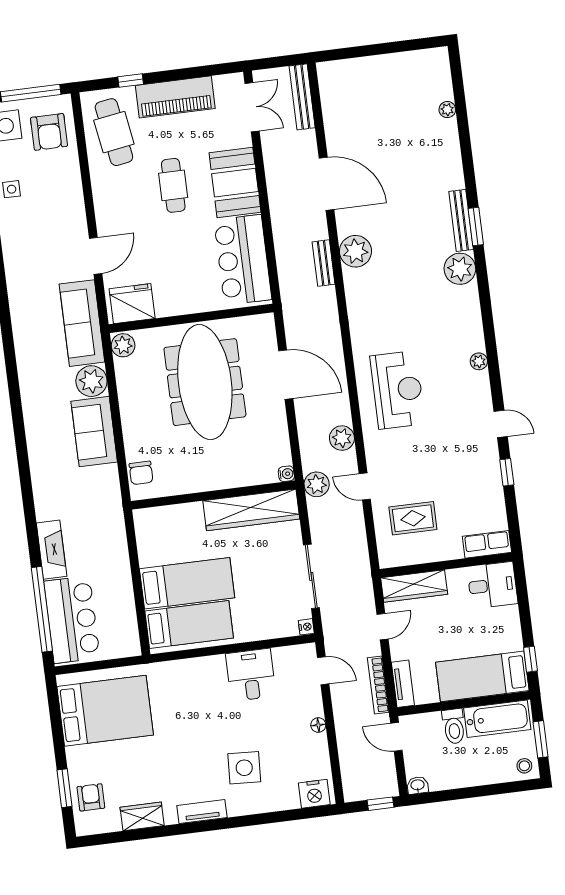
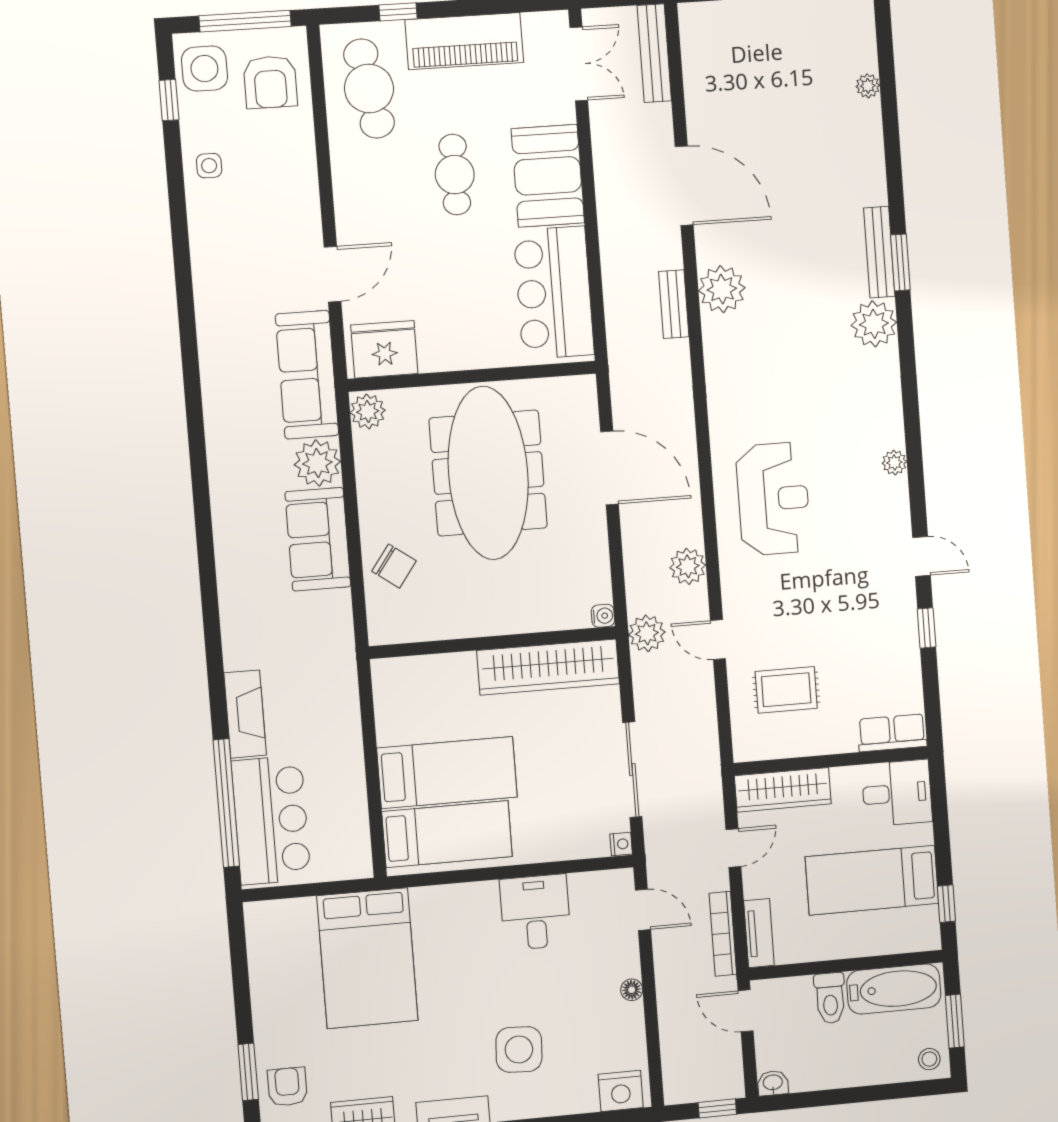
chair: (141, 473) -> (394, 566), moved, turned -54
bed: (482, 676) -> (872, 880), moved
bed: (105, 711) -> (367, 958), moved, turned 90

